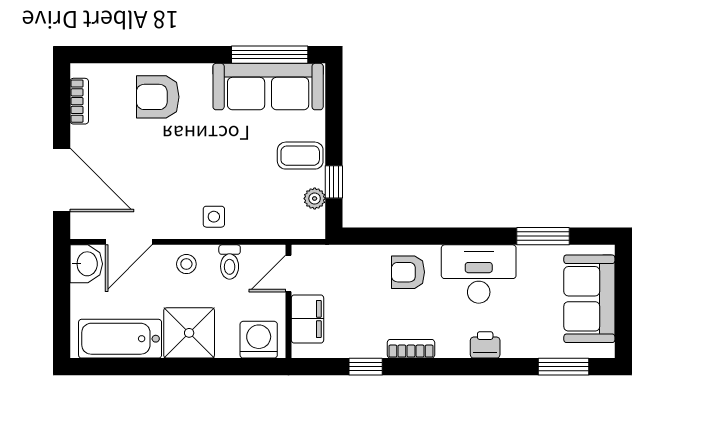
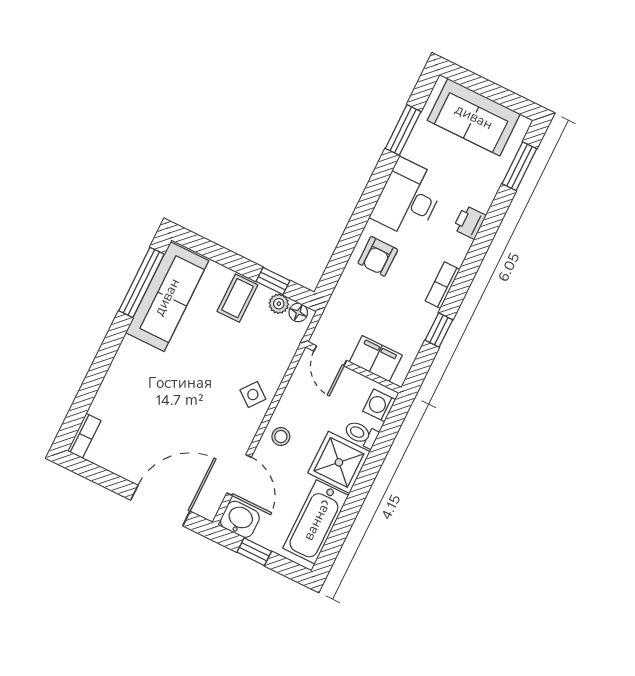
armchair: (158, 97) -> (131, 392), removed
bookcase: (79, 101) -> (84, 436), moved, turned 90
side table: (214, 217) -> (253, 394), turned 38
floor lamp: (315, 222) -> (298, 312), added
toilet: (230, 262) -> (361, 434), moved, turned 180
window: (62, 293) -> (254, 552), added
washing machine: (259, 340) -> (379, 405), width x0.73, depth x0.73

